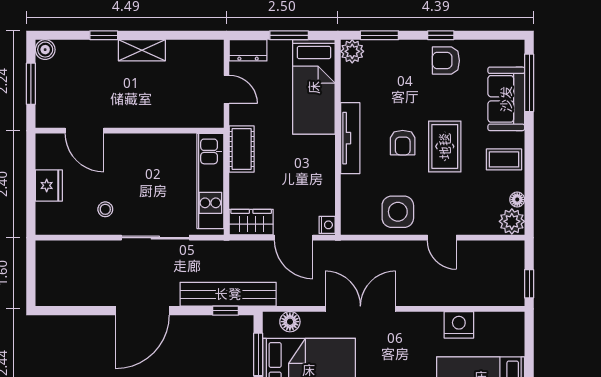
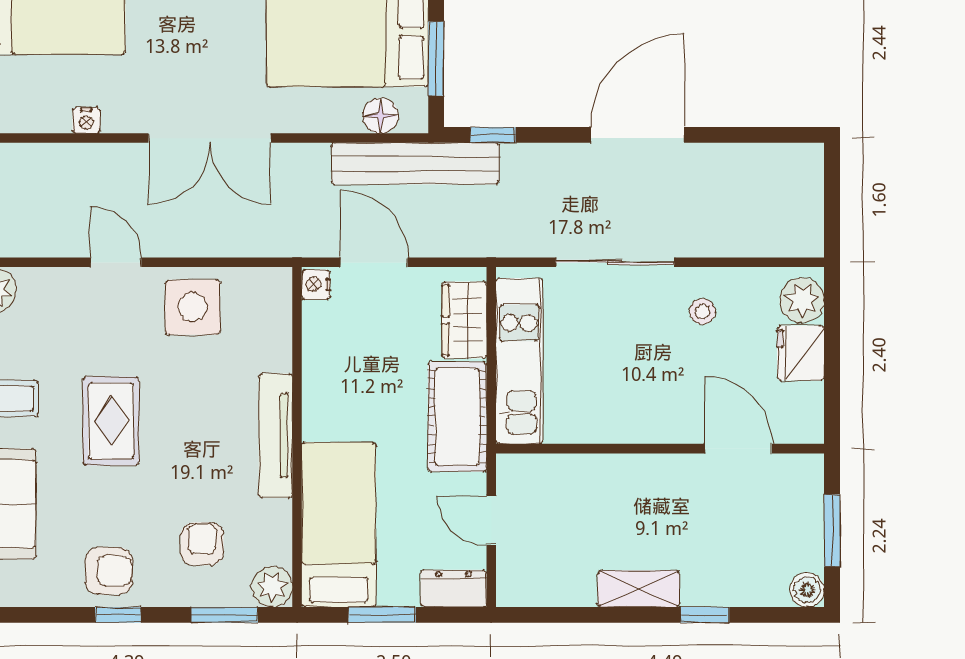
armchair: (403, 143) -> (202, 544), moved
cot: (242, 149) -> (457, 417), width x1.37, depth x1.34
plant: (48, 216) -> (802, 300), added
wardrobe: (251, 222) -> (464, 320), moved, turned 90
bench: (228, 294) -> (415, 164), moved
double door: (360, 309) -> (210, 138), moved
nightstand: (459, 325) -> (86, 121), width x0.53, depth x0.56

